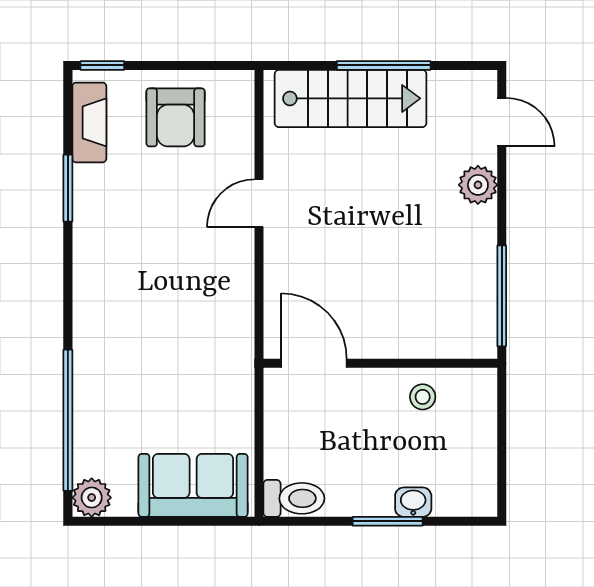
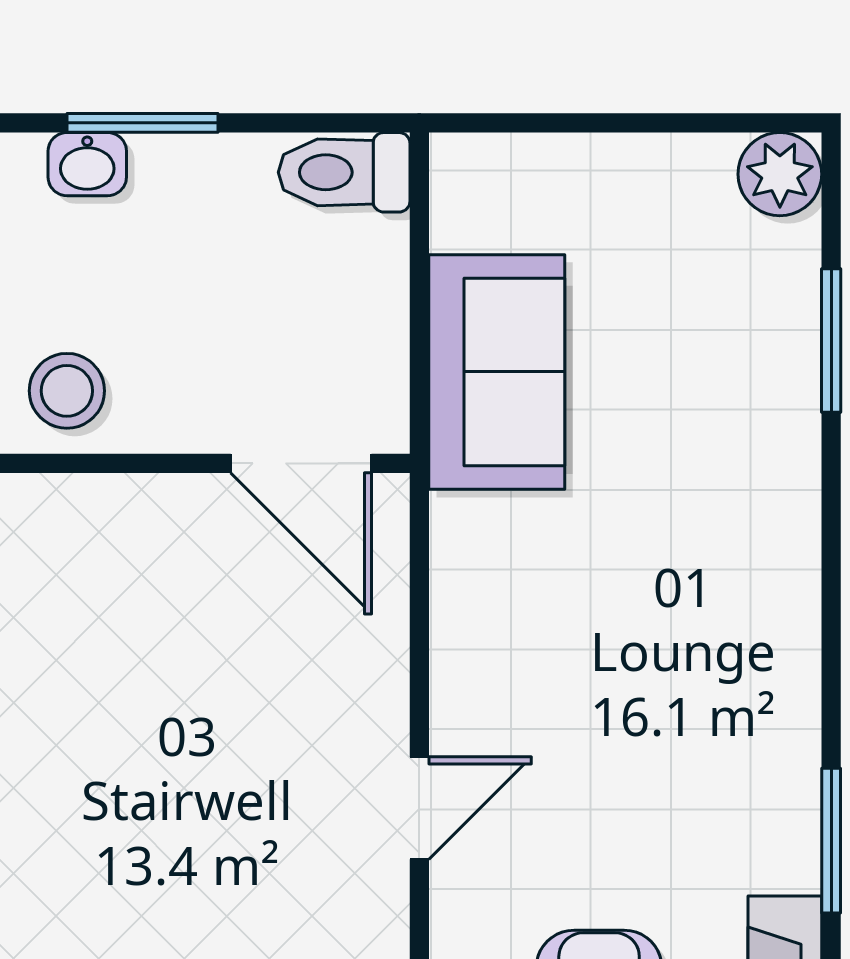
stool: (423, 397) -> (67, 391), width x1.37, depth x1.37
window: (68, 420) -> (831, 341), width x0.47
sofa: (193, 485) -> (497, 372), moved, turned -90

